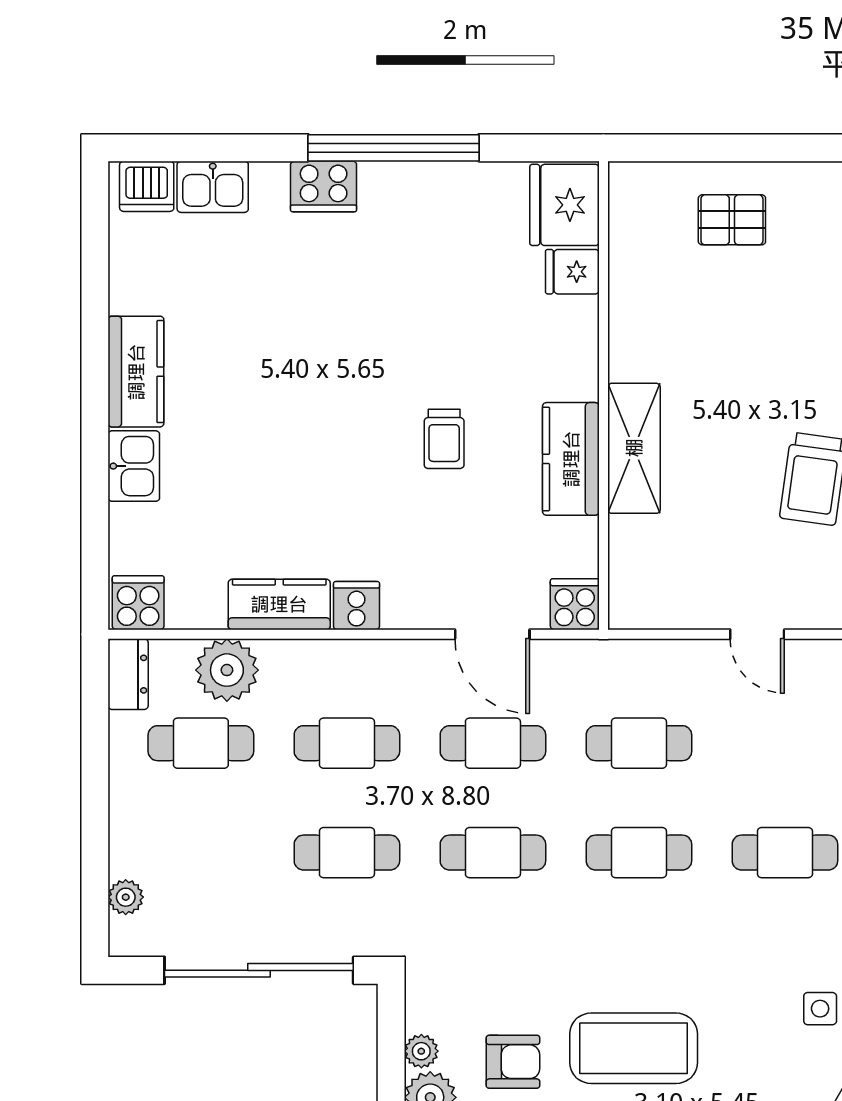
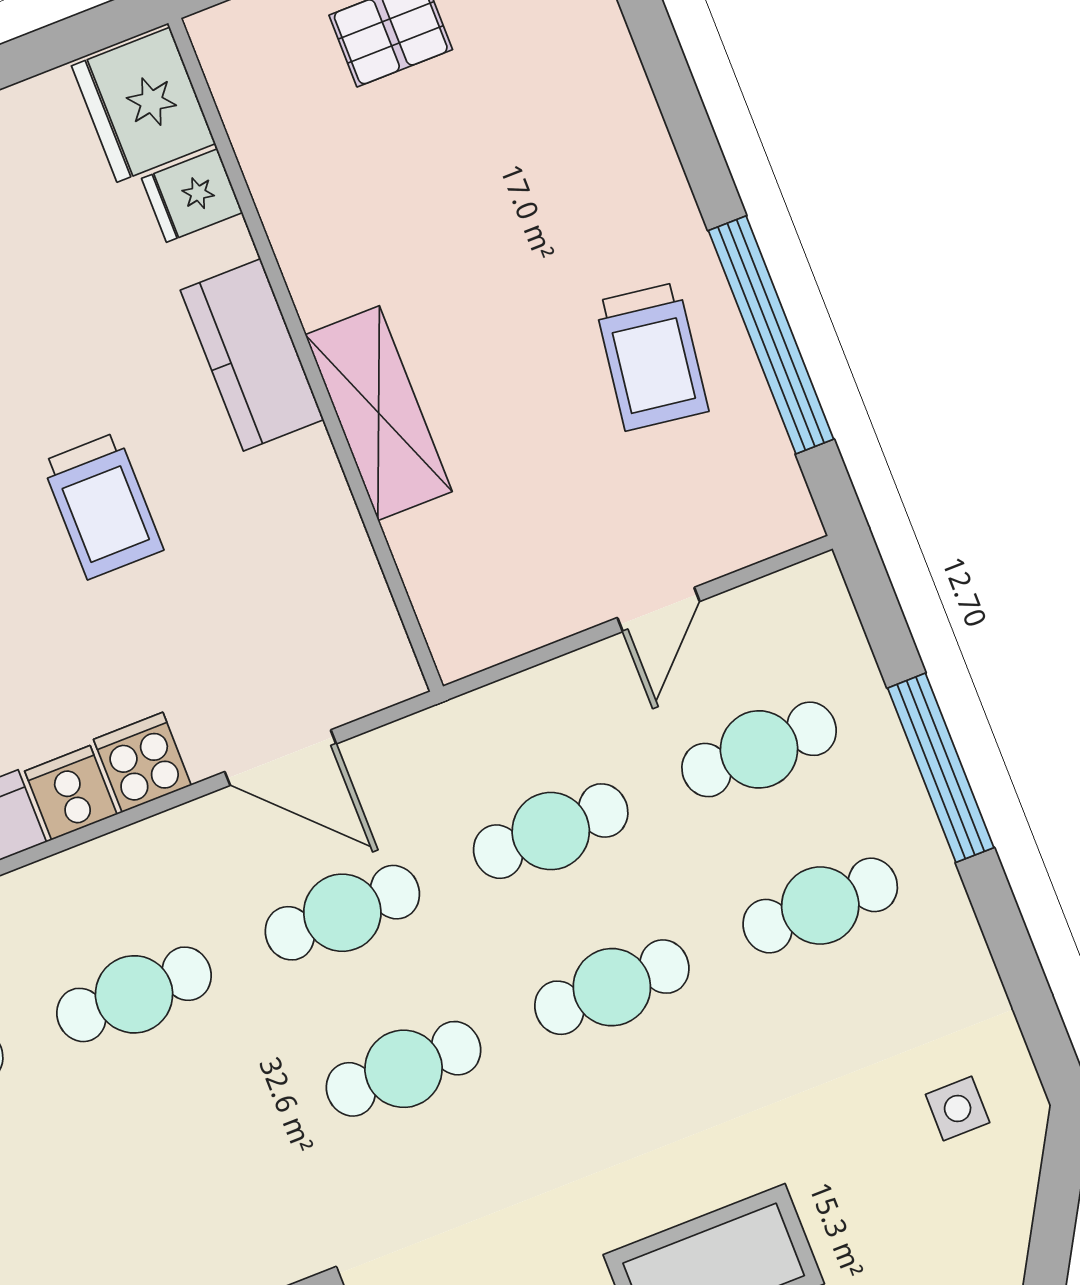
trolley: (444, 439) -> (103, 506), width x1.36, depth x1.39
kitchen counter: (571, 459) -> (252, 355), moved
cooker: (575, 604) -> (142, 762), moved
door: (757, 634) -> (659, 609), hinge flipped
cafe table: (347, 853) -> (759, 749), moved

